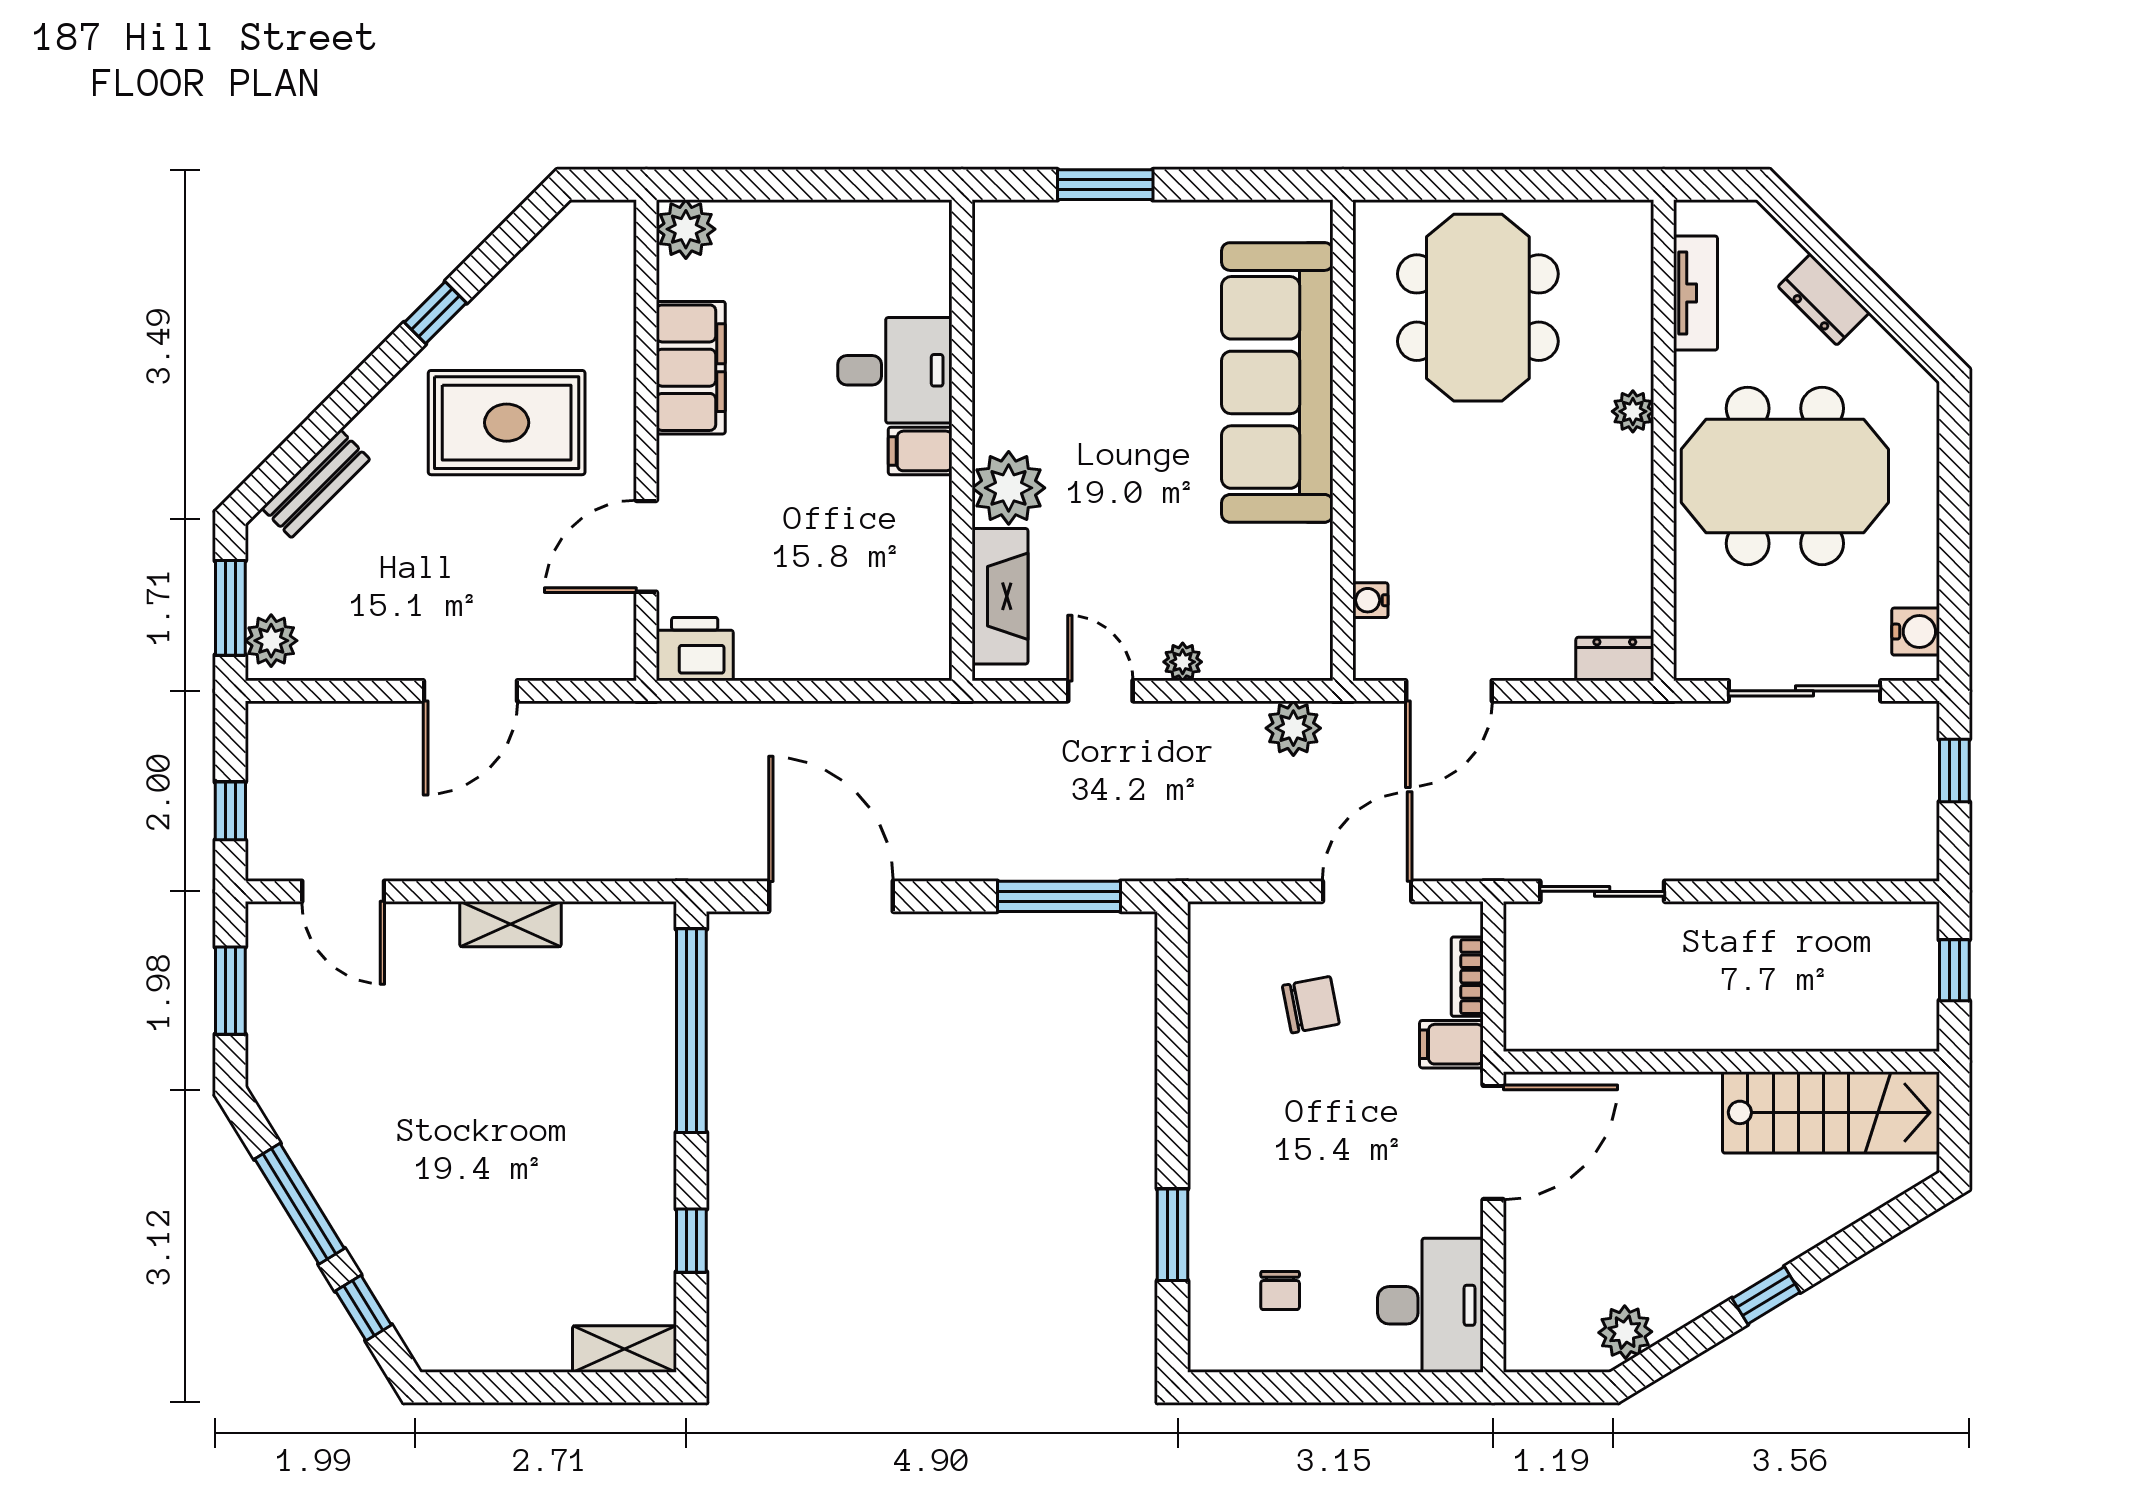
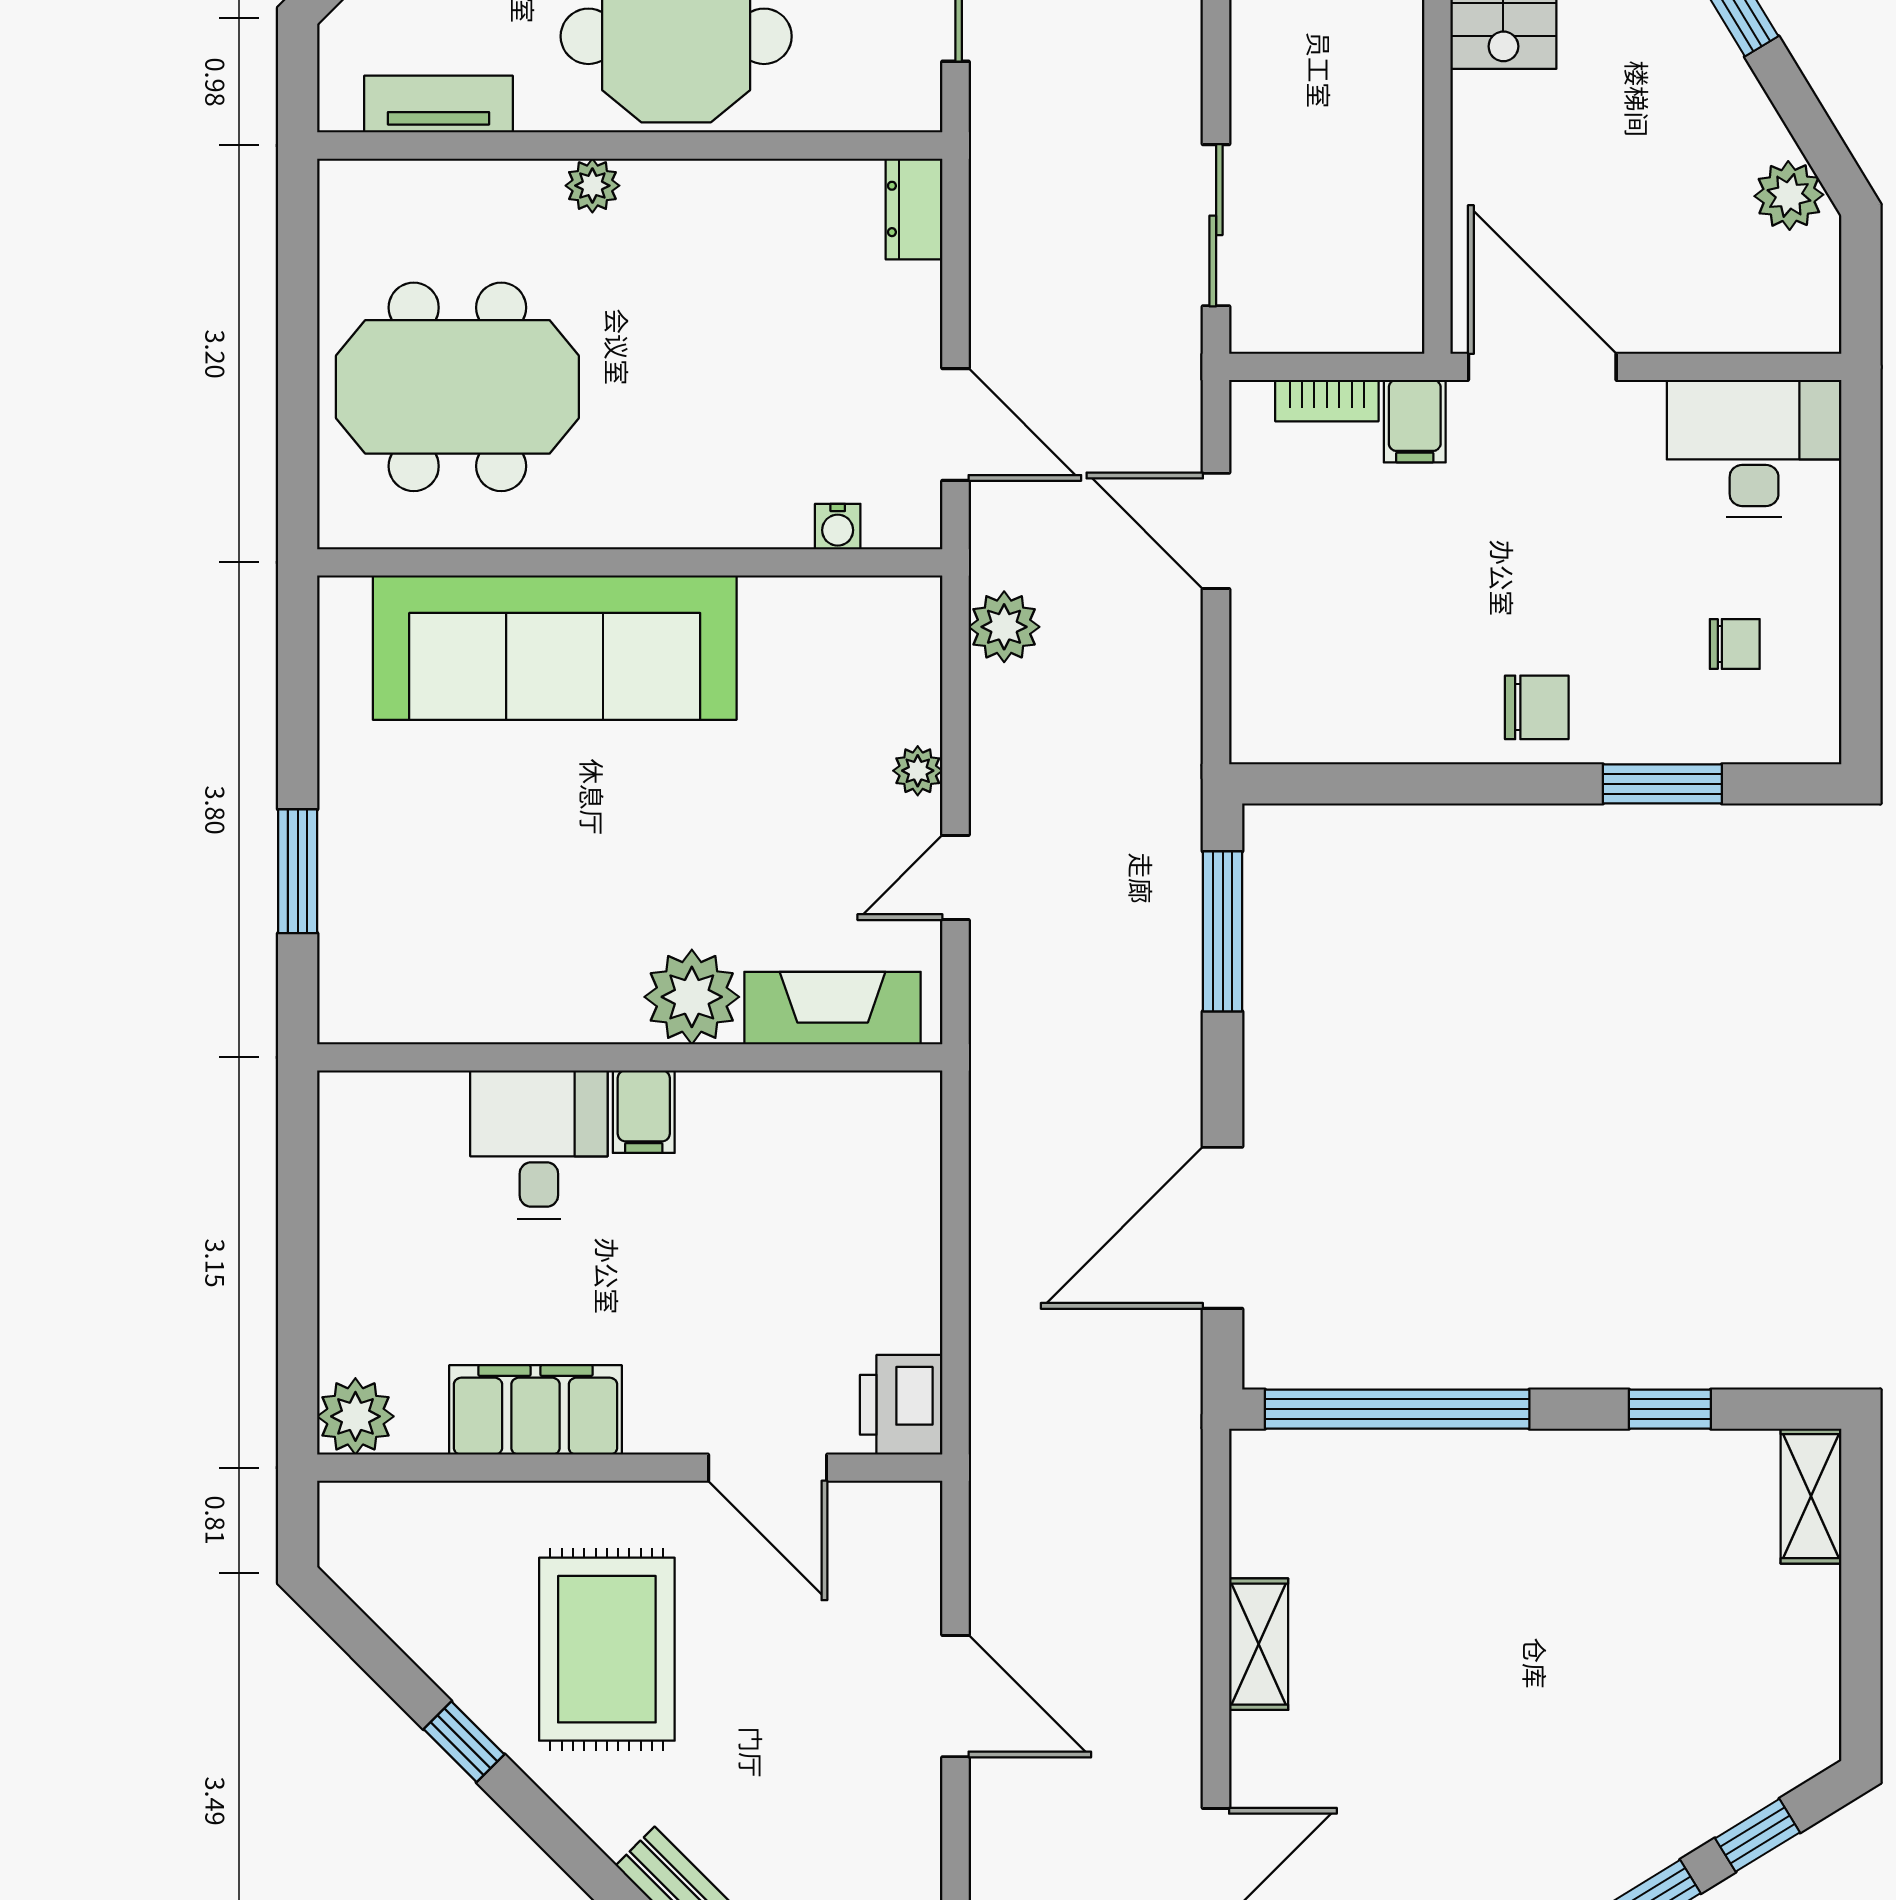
chair: (1311, 1005) -> (1537, 707), moved, turned 101

